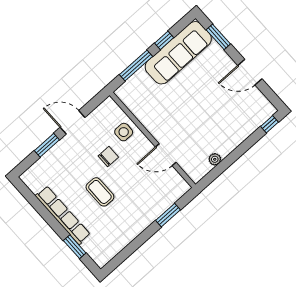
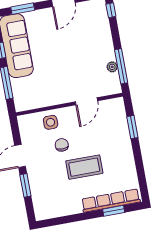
window: (221, 168) -> (121, 66), added
coffee table: (100, 192) -> (84, 167), width x1.36, depth x1.32
row of seats: (63, 215) -> (111, 201), moved

